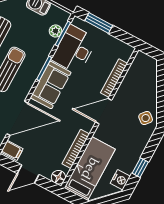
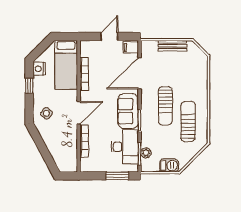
side table: (146, 118) -> (46, 113), moved
floor lamp: (58, 177) -> (86, 46), removed

